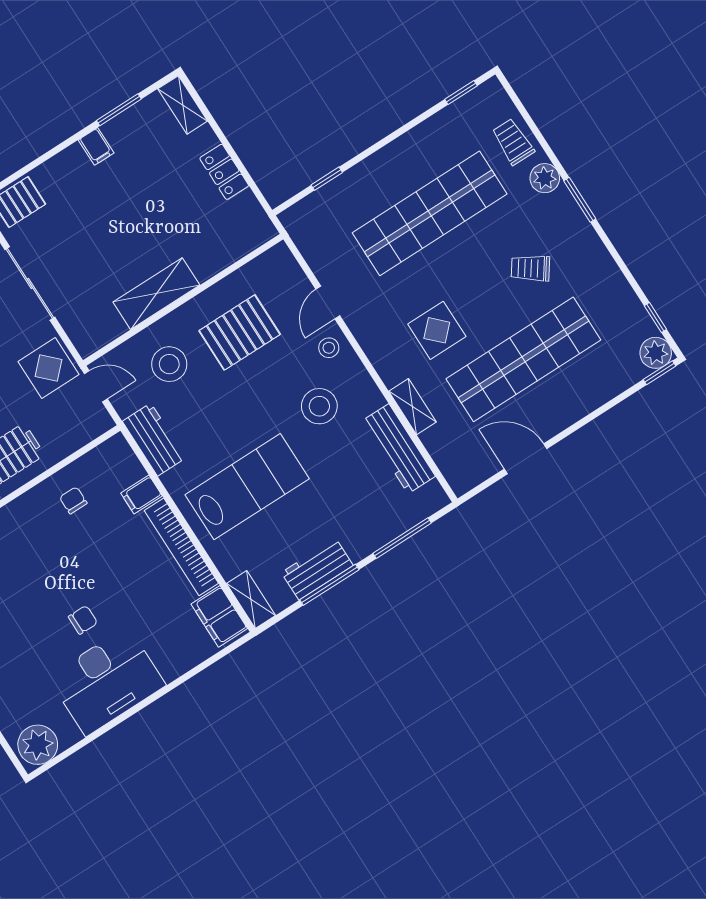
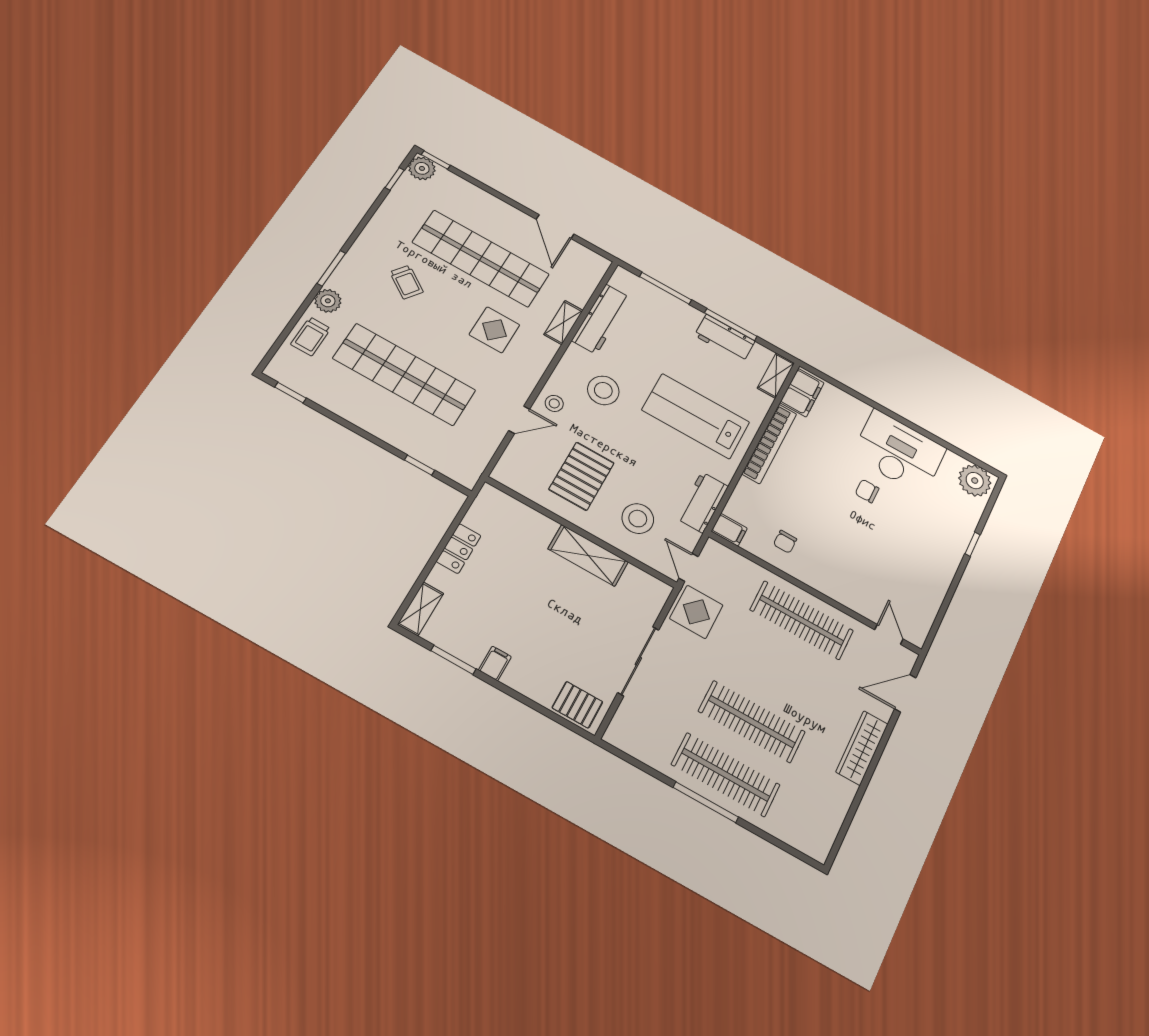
pallet: (240, 332) -> (582, 476), turned 90
filing cabinet: (142, 495) -> (729, 530), moved

